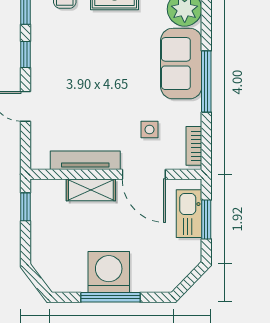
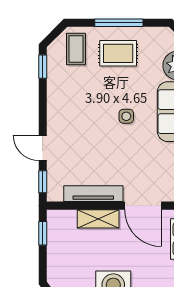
window: (26, 55) -> (43, 182), moved
side table: (150, 130) -> (126, 116), moved

